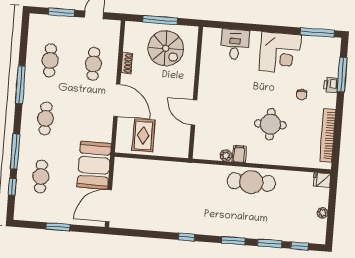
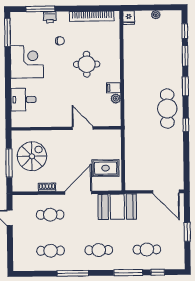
window: (62, 12) -> (10, 245), removed
door: (194, 112) -> (83, 128), swing flipped
booth: (94, 165) -> (117, 207), moved
cafe table: (251, 182) -> (167, 109), moved

